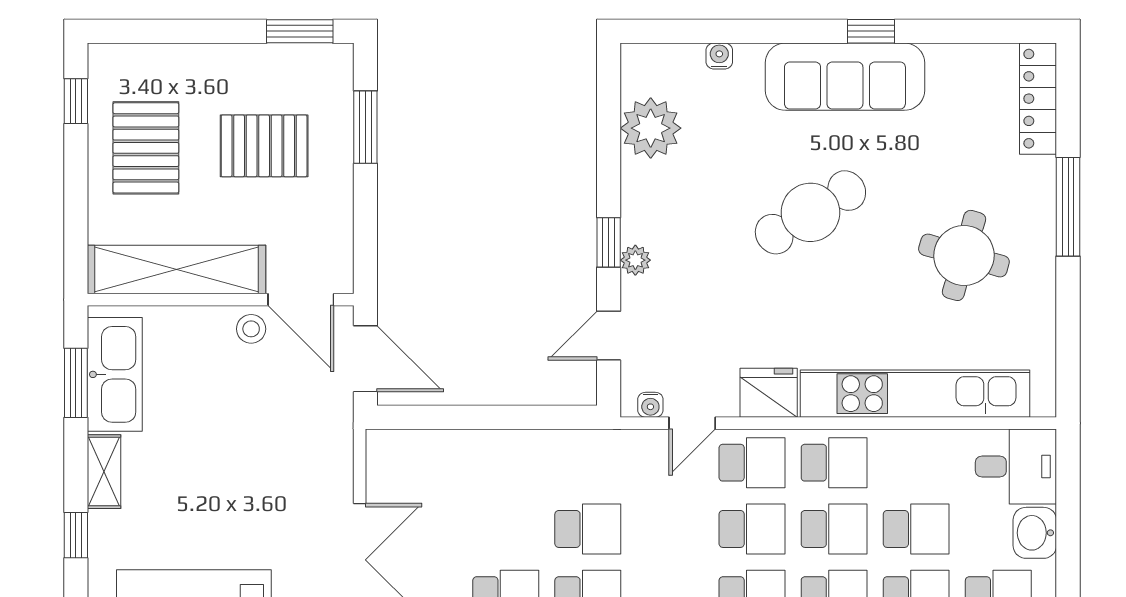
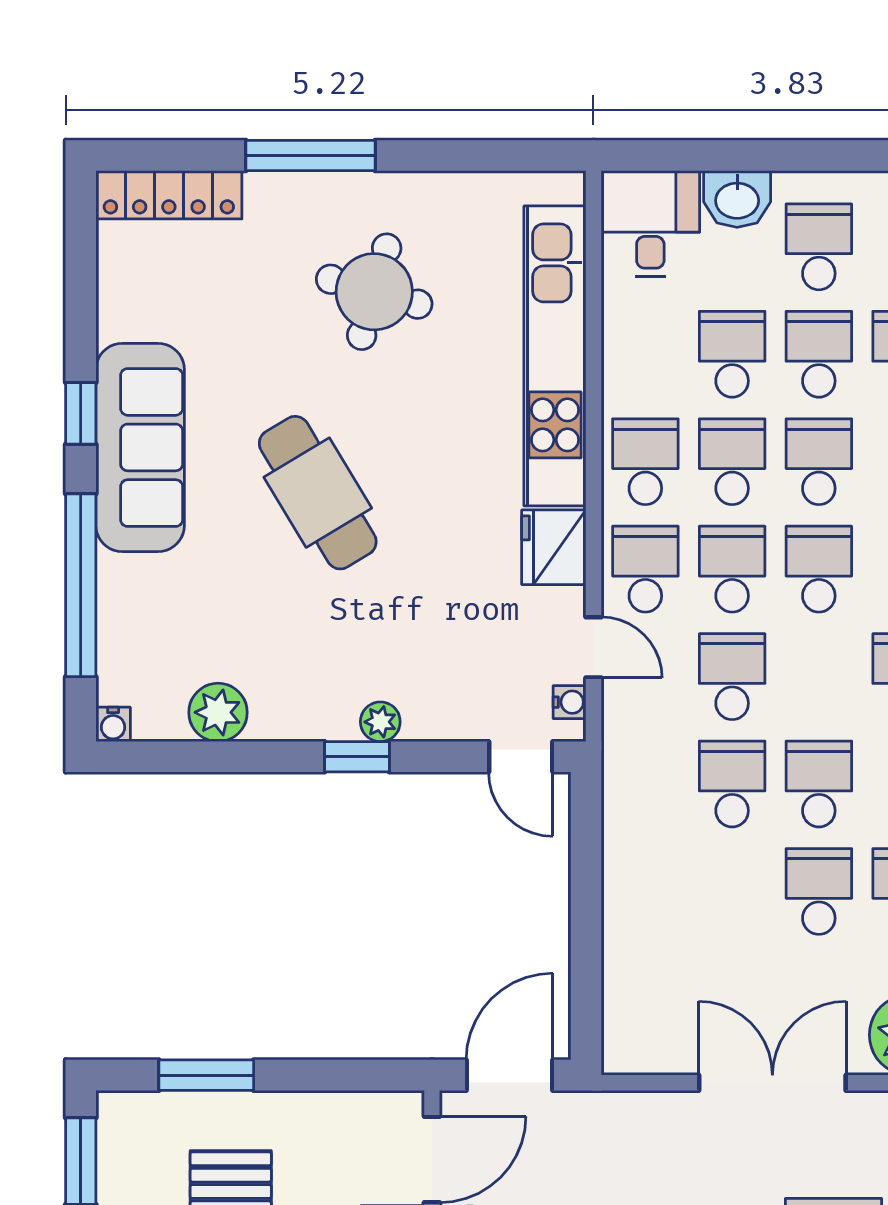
window: (740, 31) -> (81, 585), added
water cooler: (719, 56) -> (113, 724), moved, turned -90
plant: (651, 128) -> (218, 712), width x0.73, depth x0.73
door: (609, 336) -> (521, 757), moved
school desk: (670, 529) -> (732, 677), added

